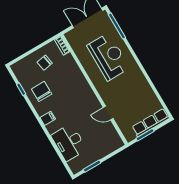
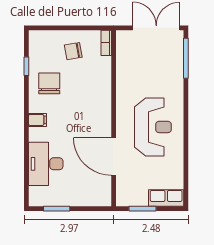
reception desk: (108, 57) -> (153, 127), moved
door: (108, 113) -> (114, 156), width x1.87
row of seats: (151, 123) -> (166, 198), width x0.68

